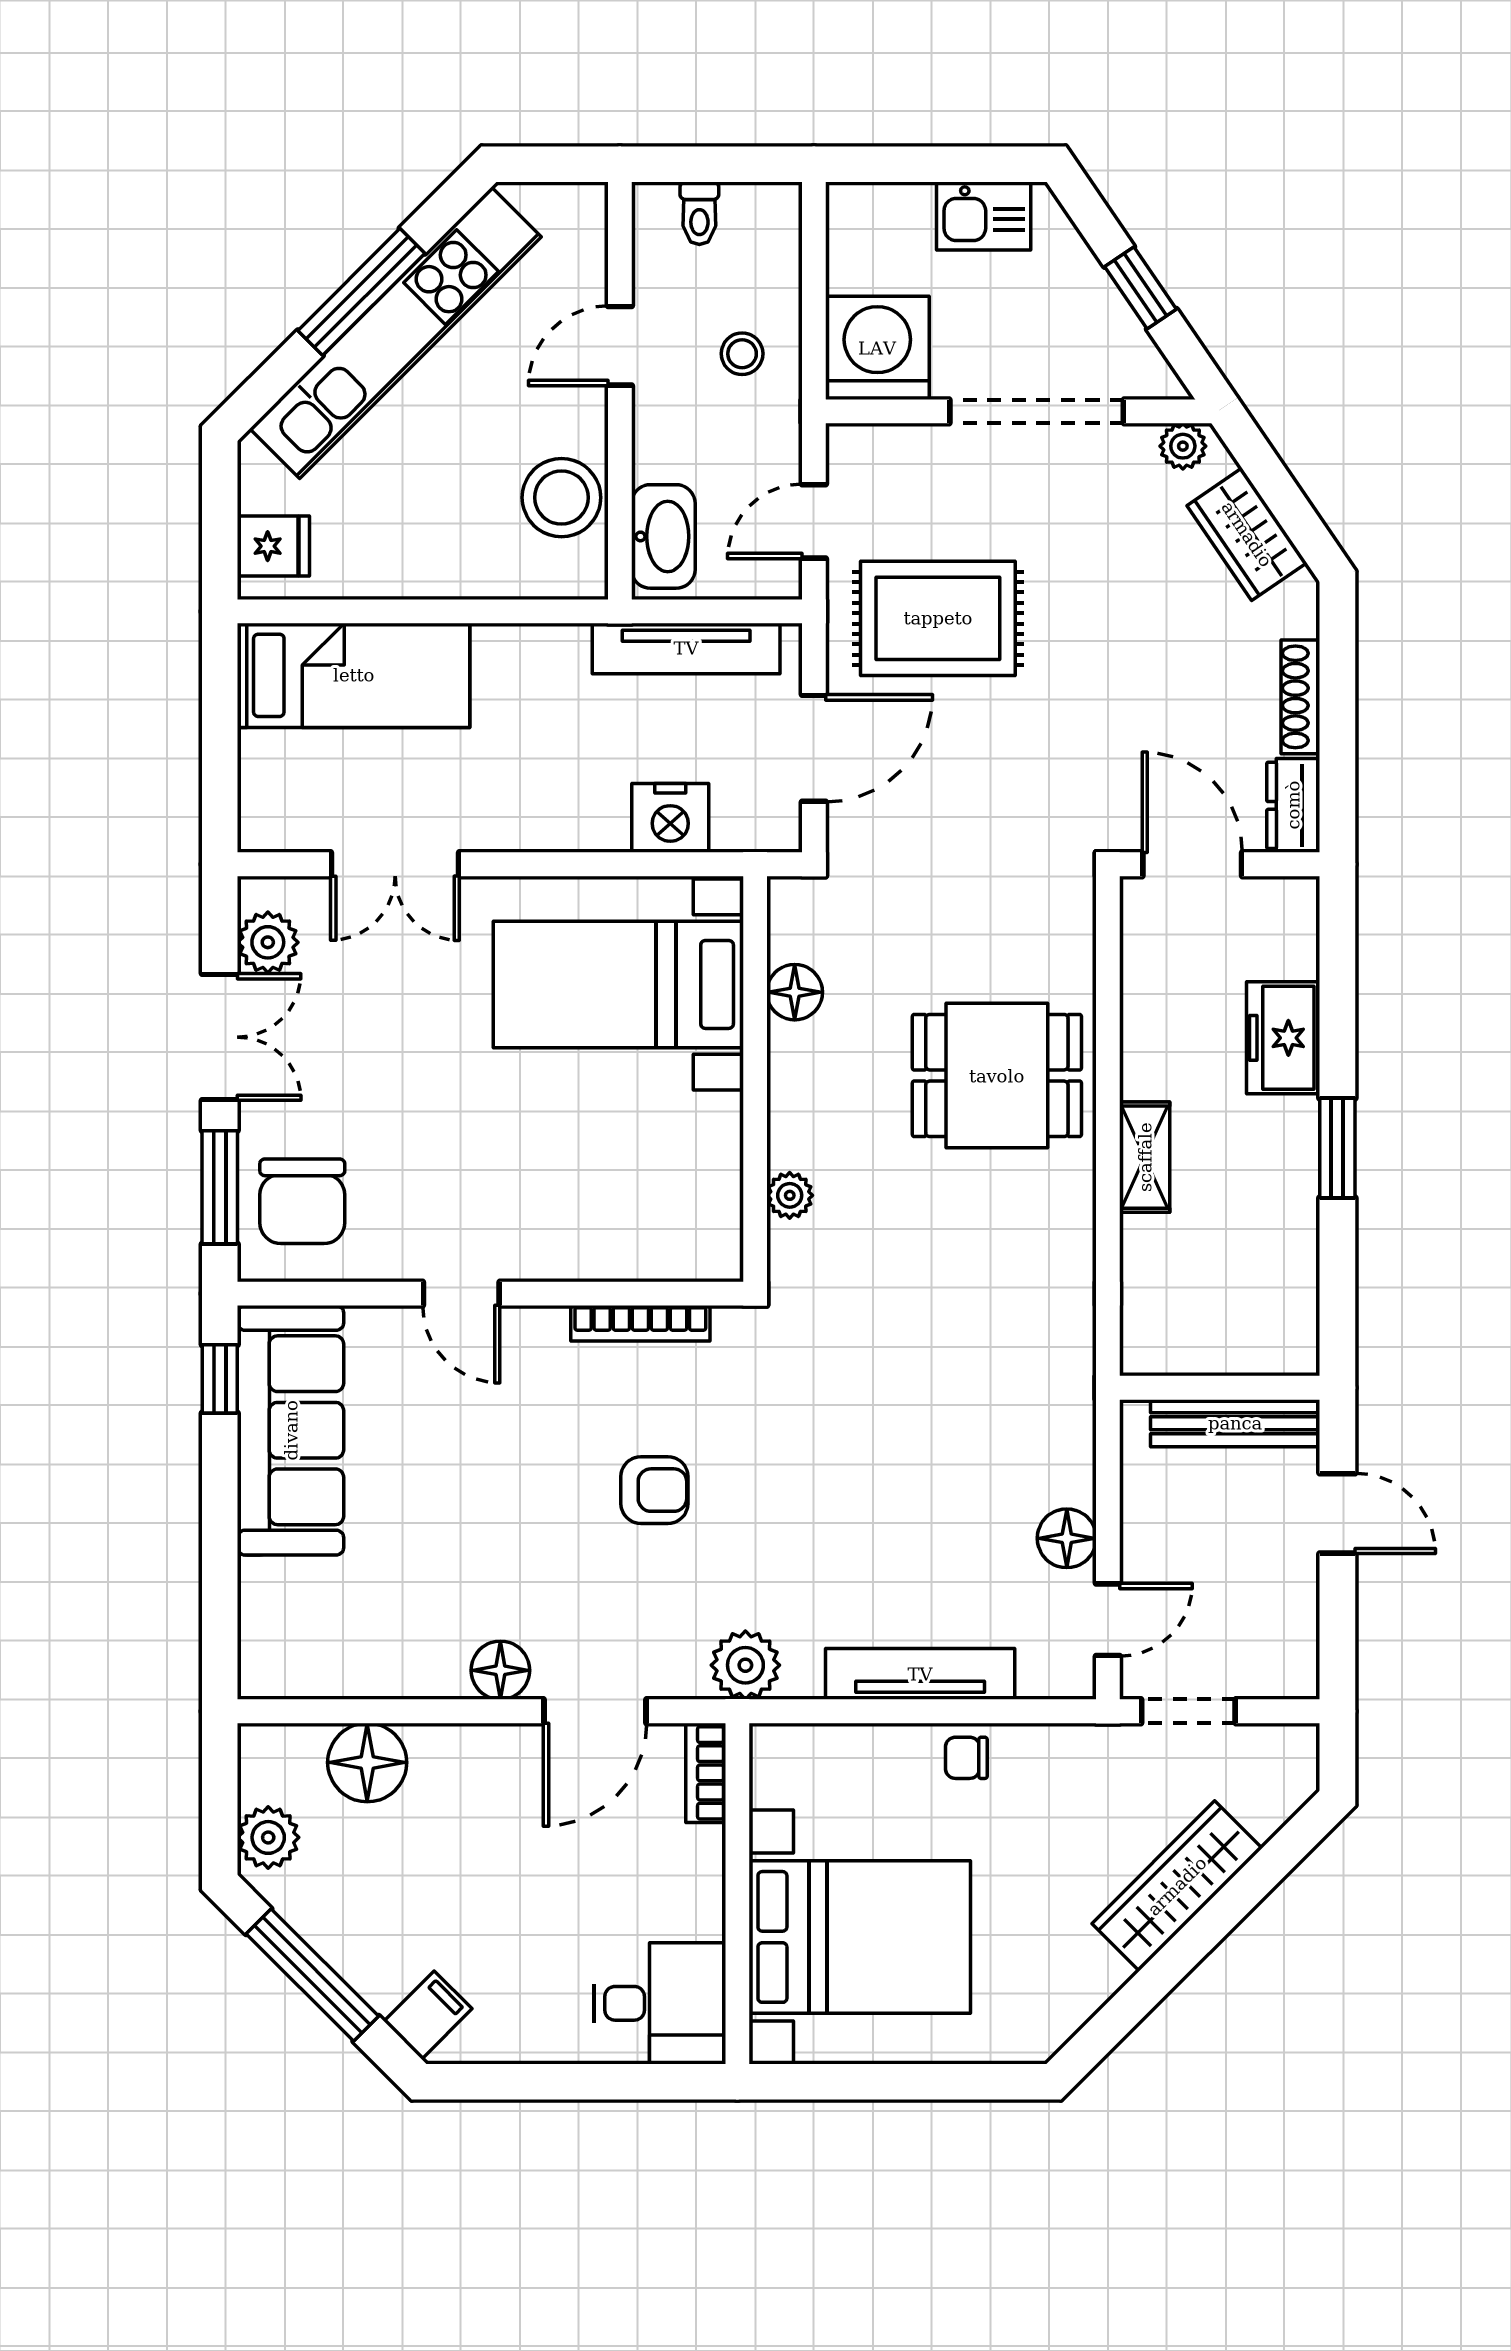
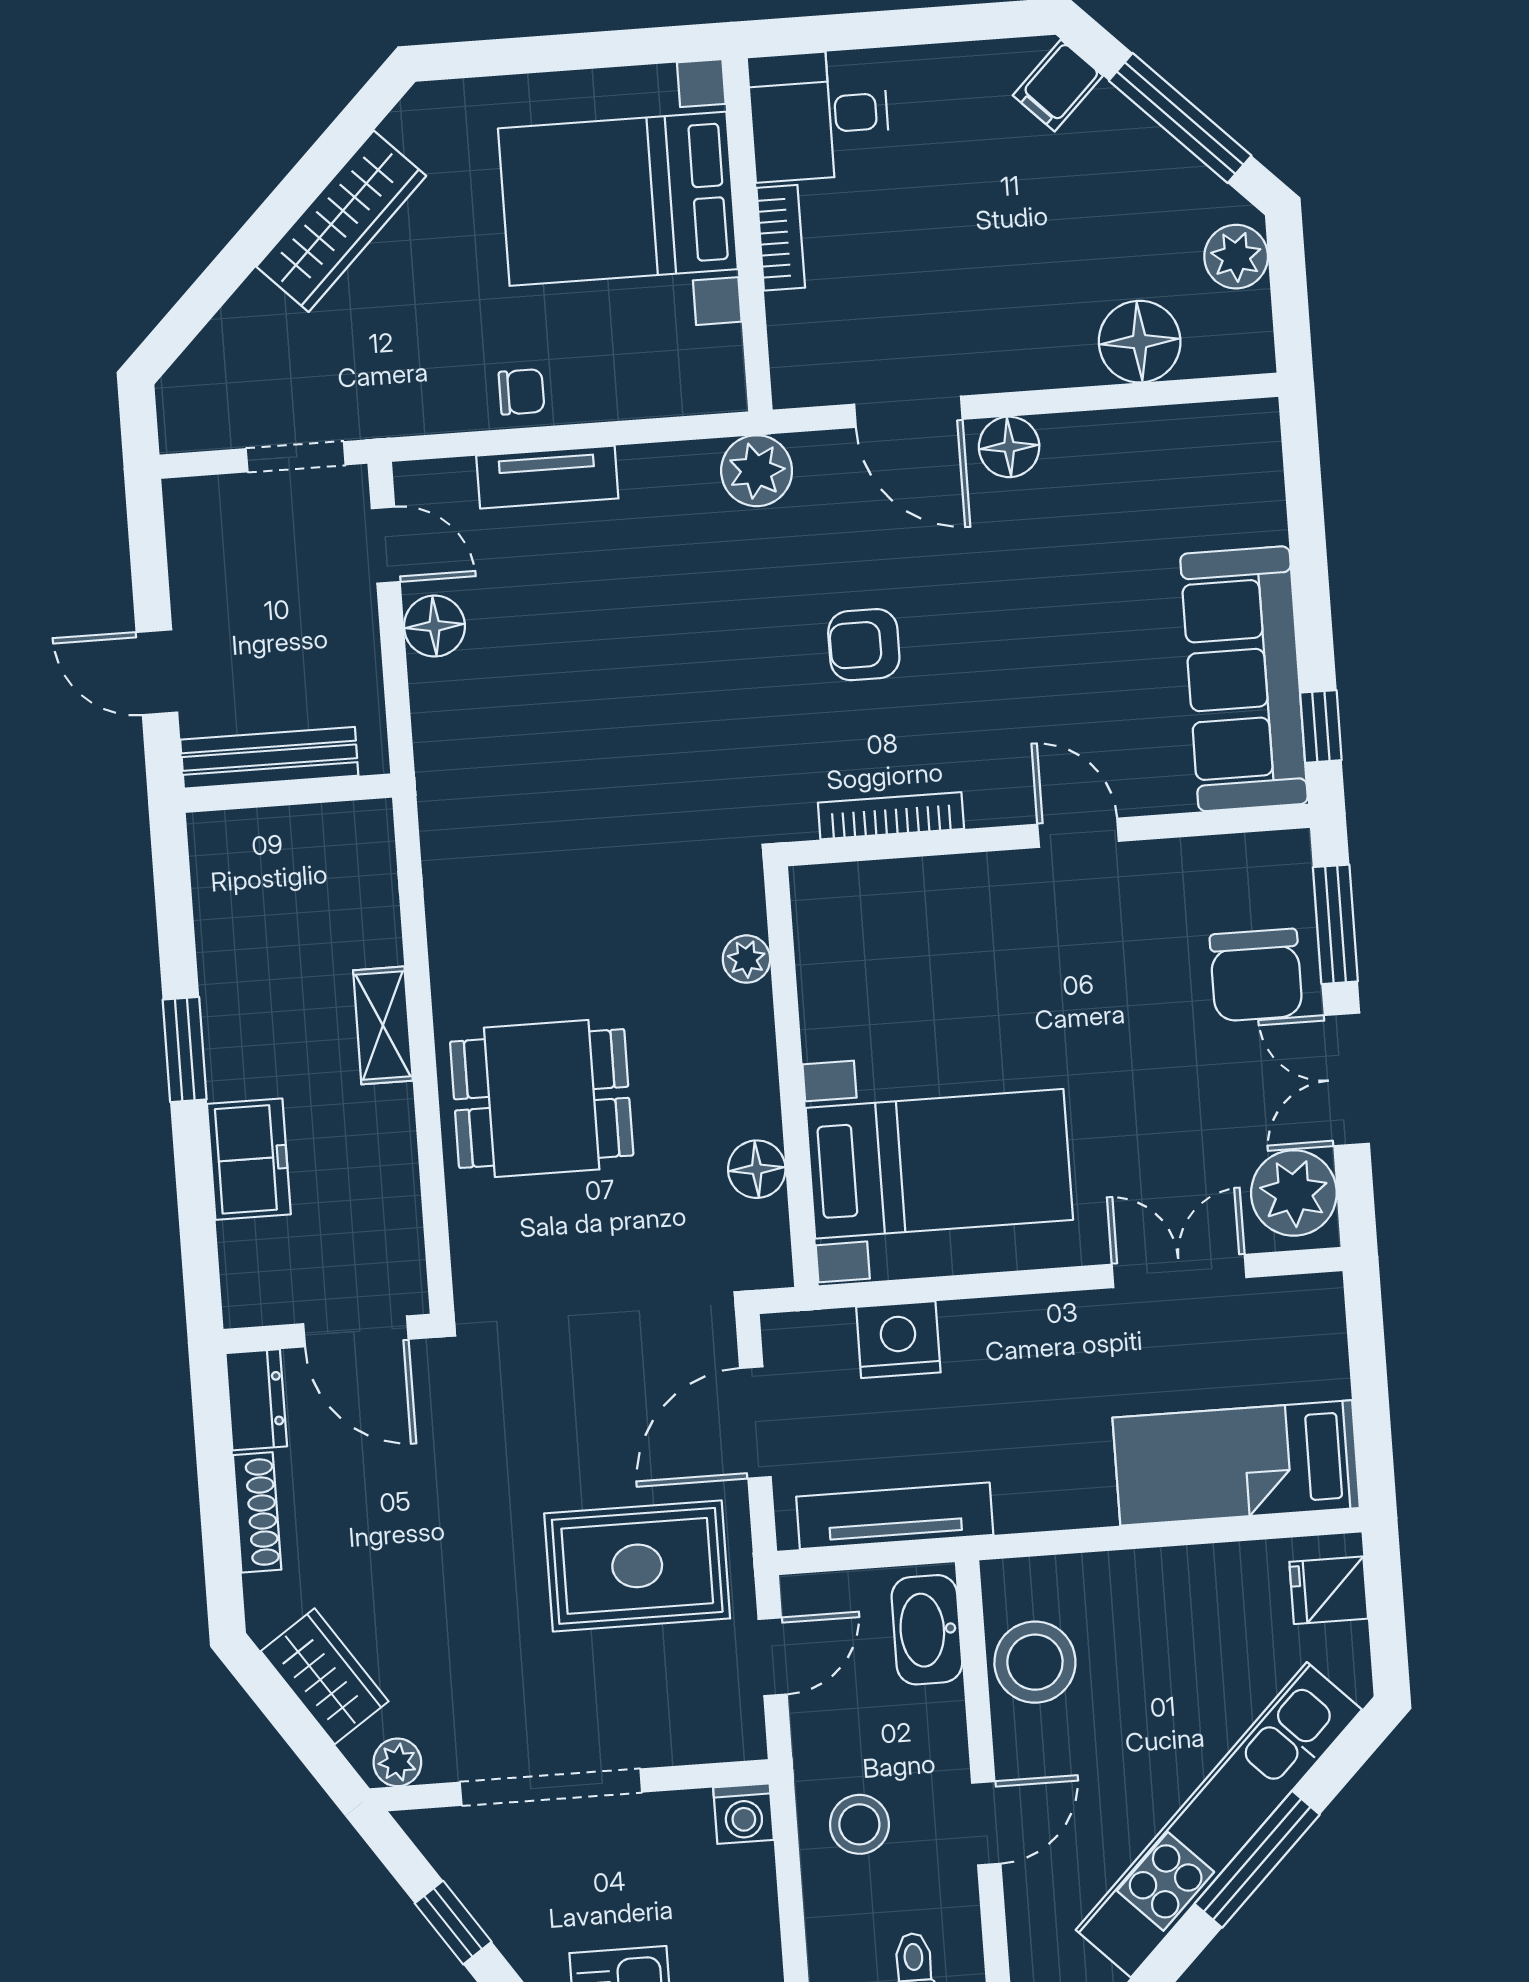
washing machine: (877, 348) -> (744, 1814), width x0.53, depth x0.53
stool: (742, 354) -> (859, 1824), width x1.37, depth x1.37
plant: (268, 942) -> (1294, 1193), width x1.36, depth x1.36
chair: (302, 1201) -> (1256, 975), moved, turned 180
door: (1108, 1620) -> (386, 545), swing flipped
tv unit: (920, 1674) -> (547, 477), width x0.71
door: (595, 1711) -> (908, 412), swing flipped
bookcase: (706, 1773) -> (781, 238), moved
wardrobe: (1177, 1886) -> (341, 221), moved

